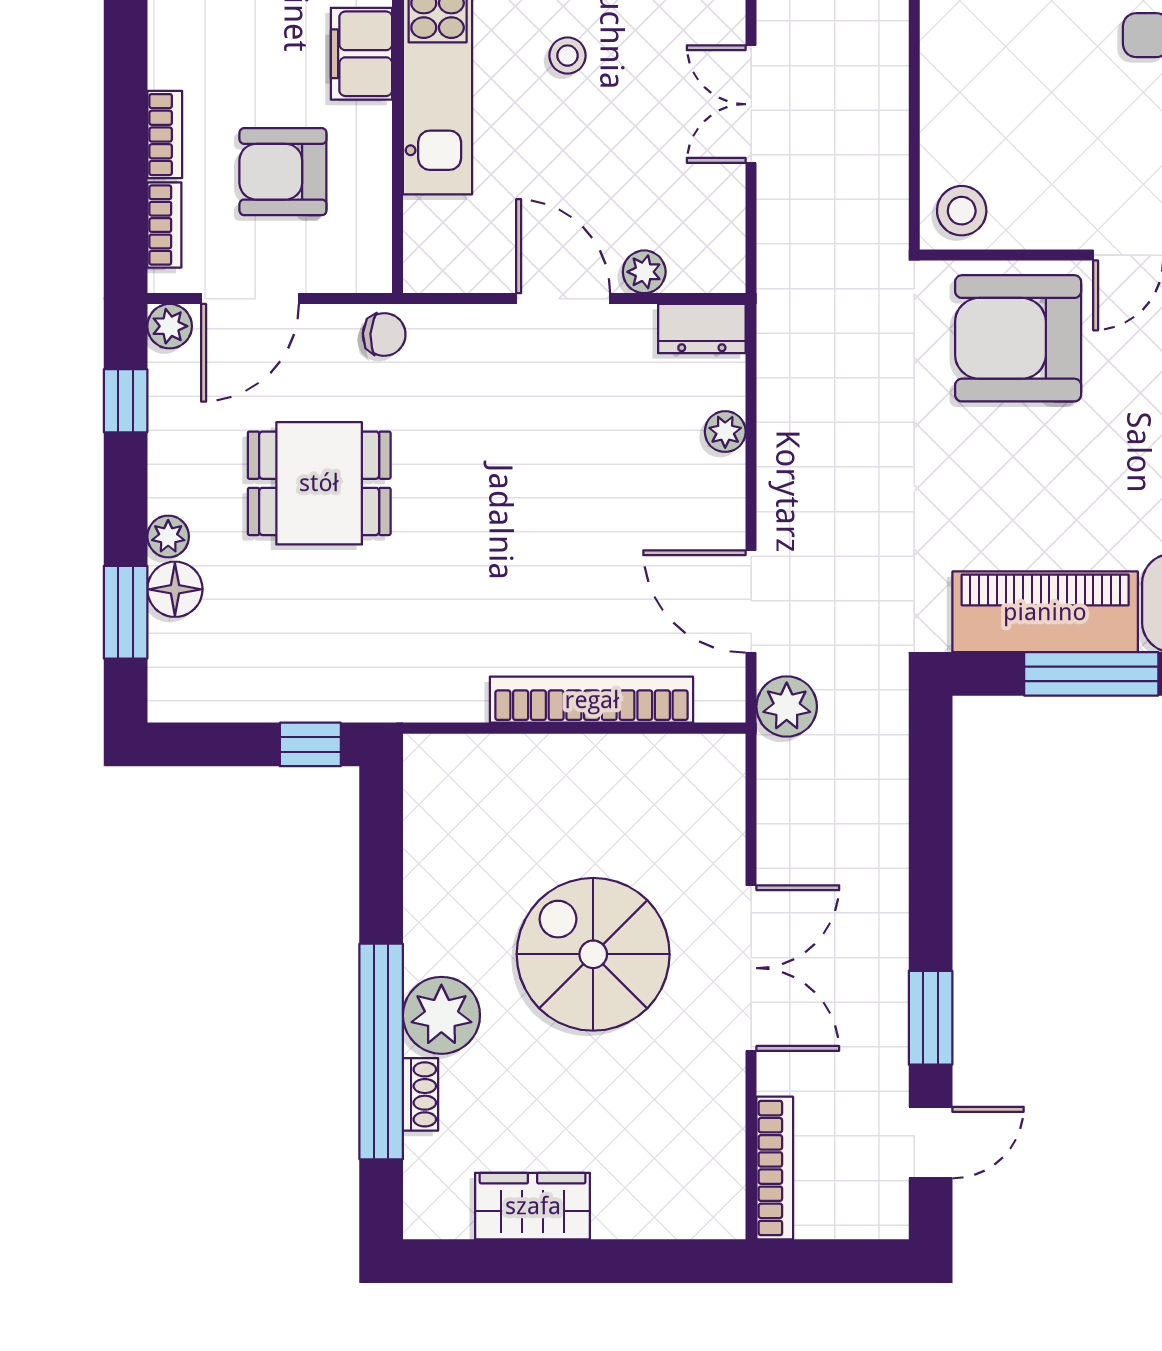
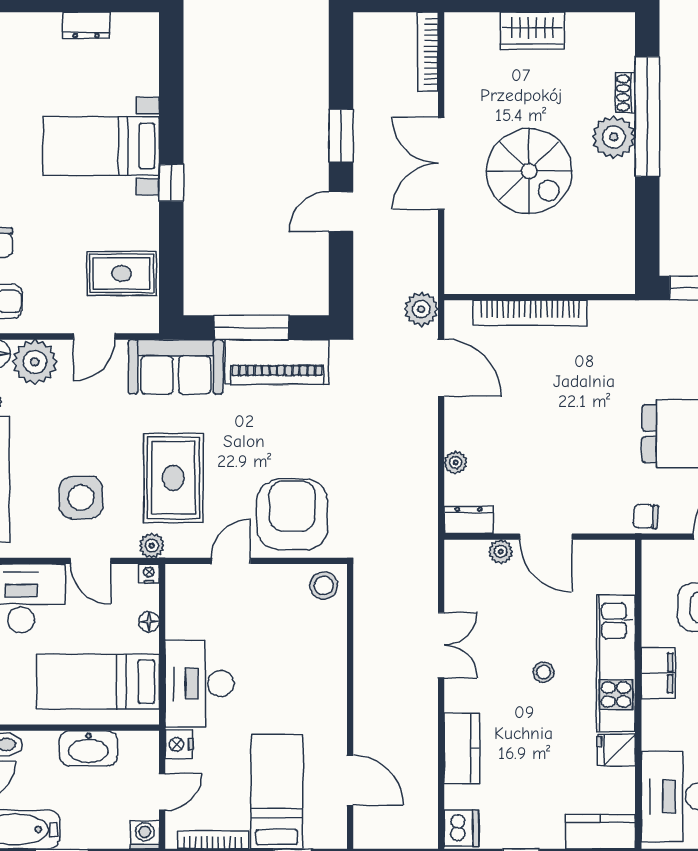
armchair: (1018, 338) -> (292, 514), turned -90
door: (931, 1143) -> (341, 212), moved
wardrobe: (533, 1206) -> (532, 31), moved

